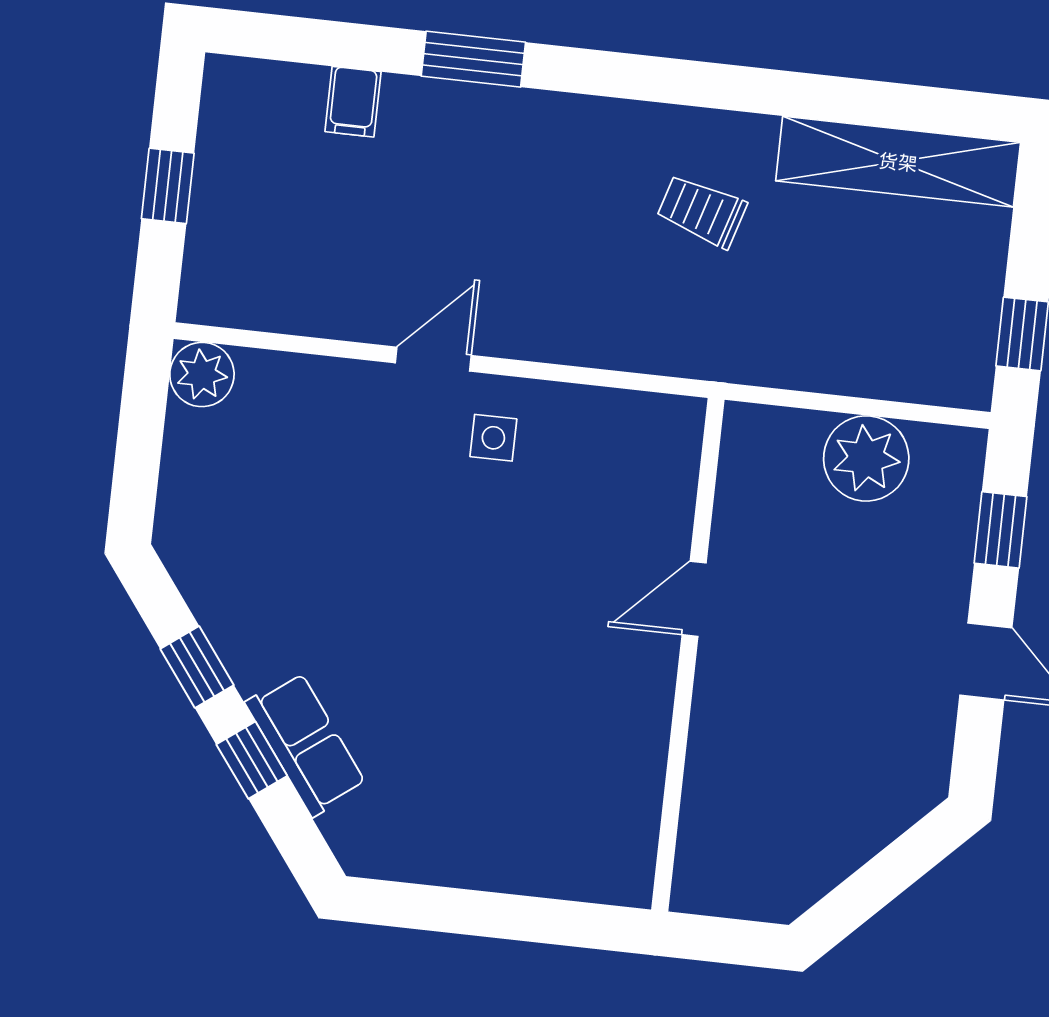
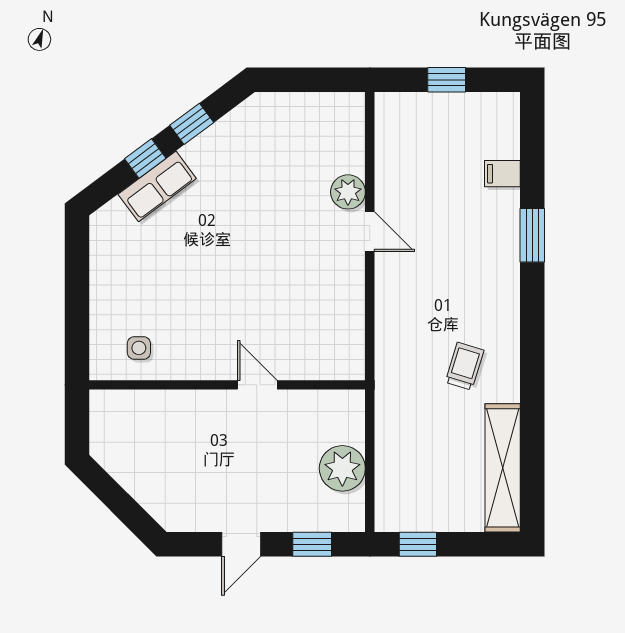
plant: (202, 374) -> (348, 192), moved
side table: (493, 438) -> (139, 348), moved

